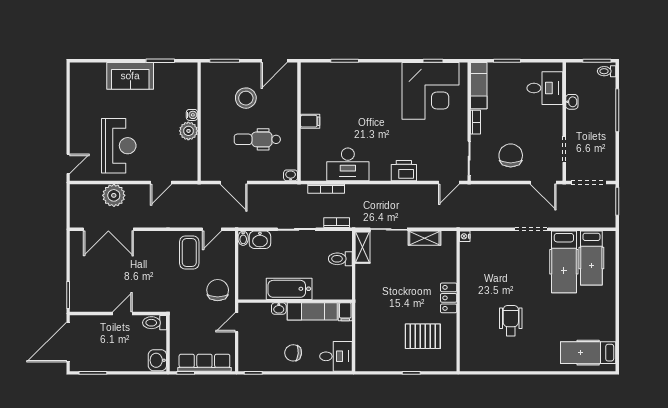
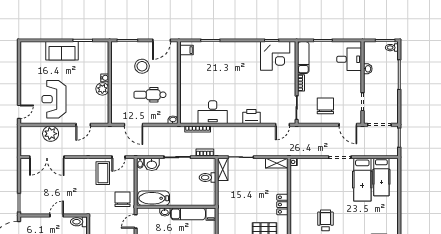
corner desk: (430, 91) -> (275, 56), width x0.74, depth x0.74
filing cabinet: (310, 121) -> (187, 50), moved
reception desk: (119, 146) -> (54, 99), turned 180
shelving: (424, 238) -> (277, 163), moved
bathtub: (289, 289) -> (154, 198), moved

